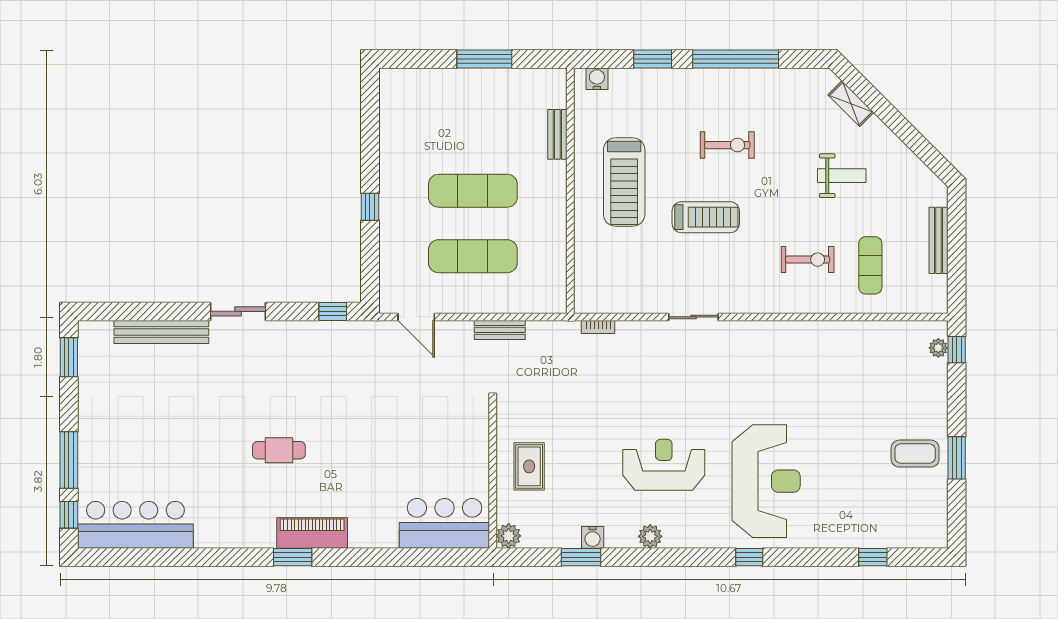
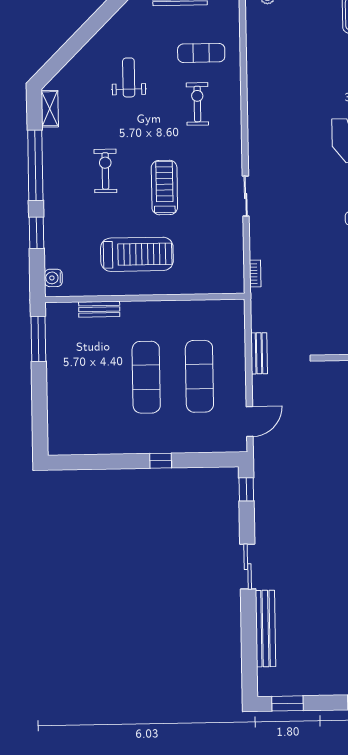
window: (484, 59) -> (38, 339), moved
shelving: (851, 104) -> (50, 109), moved, turned -45

